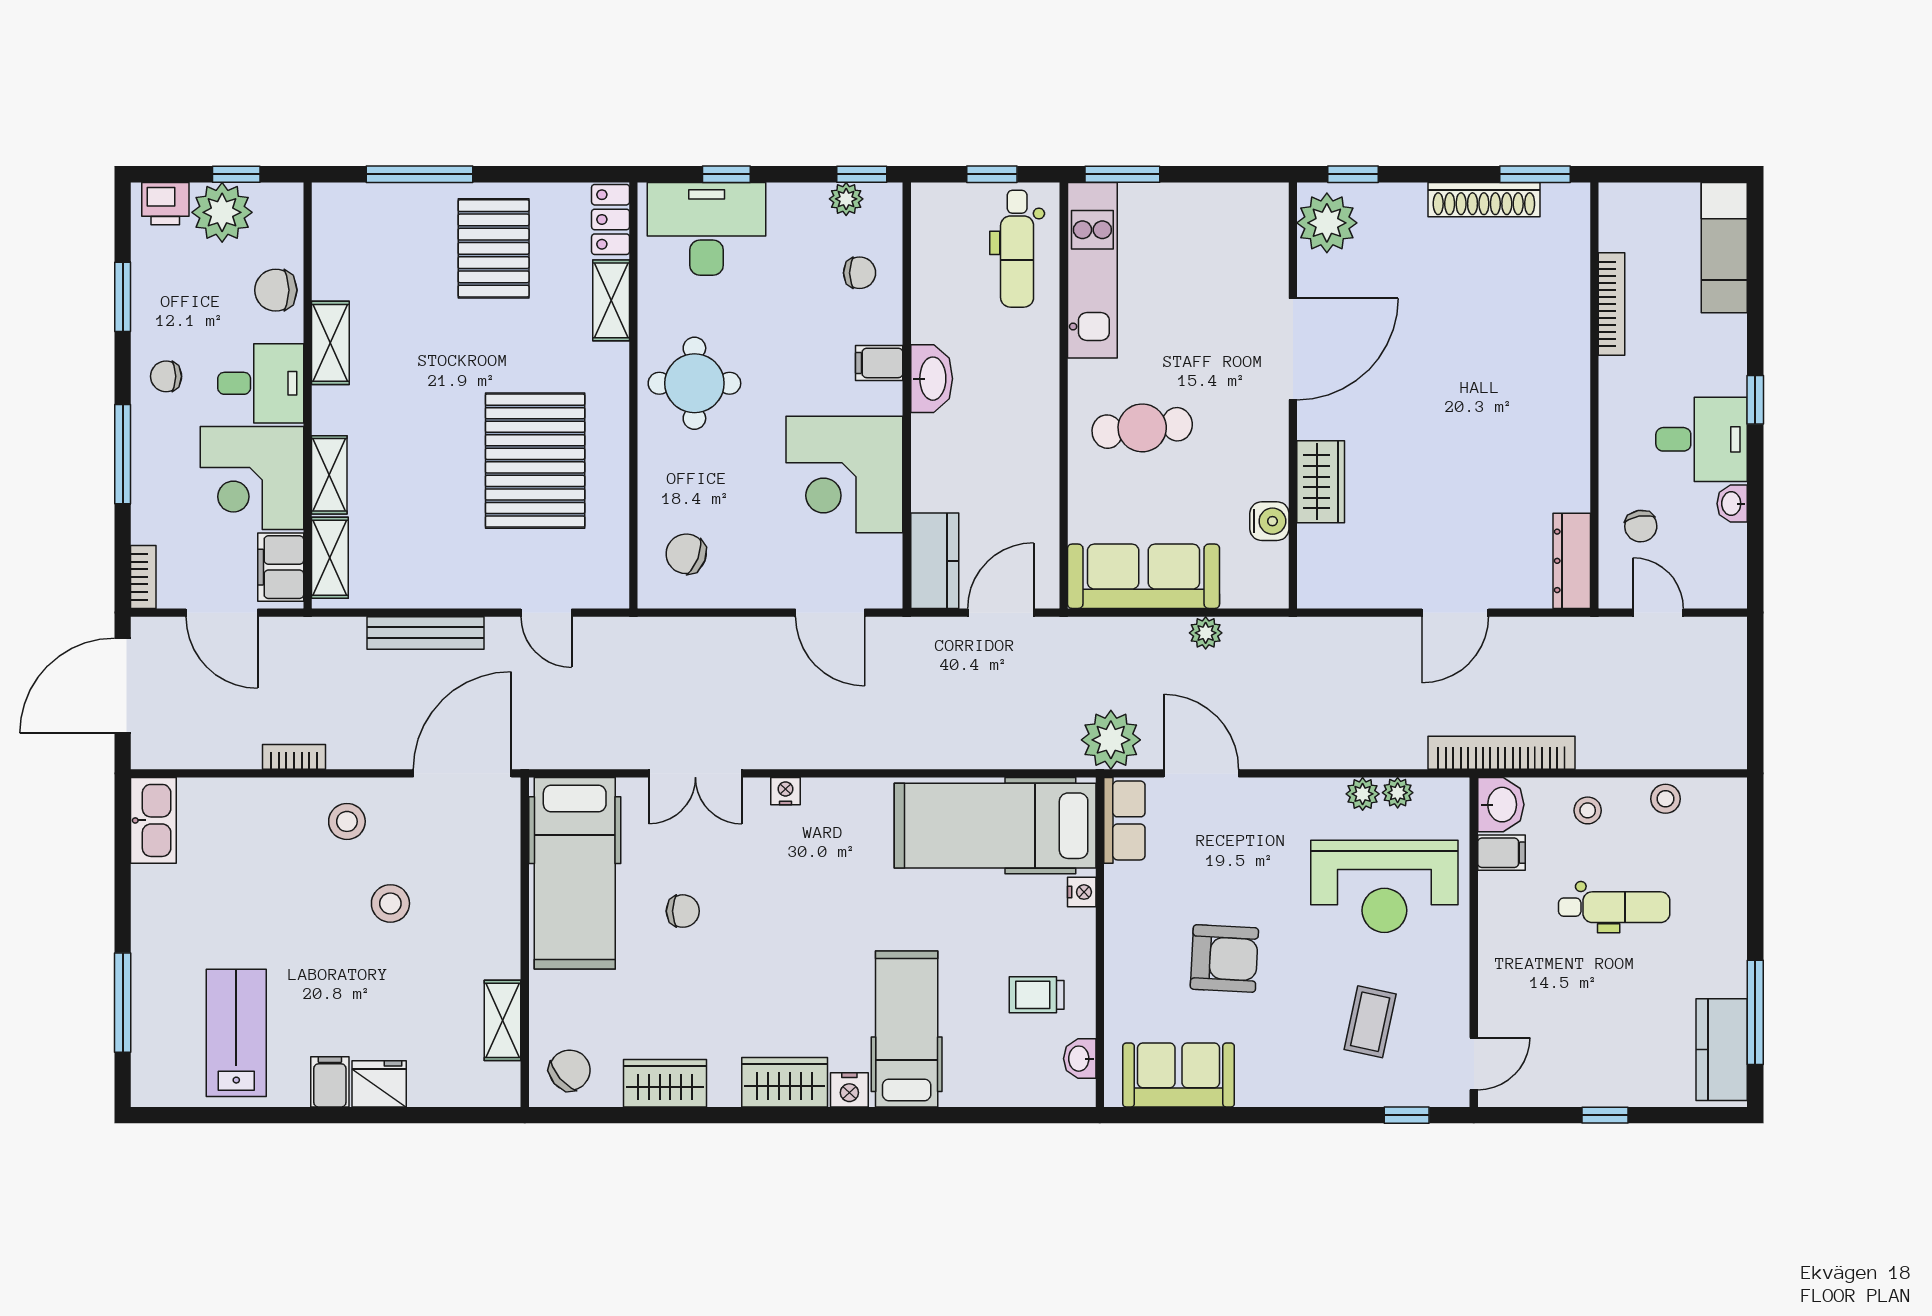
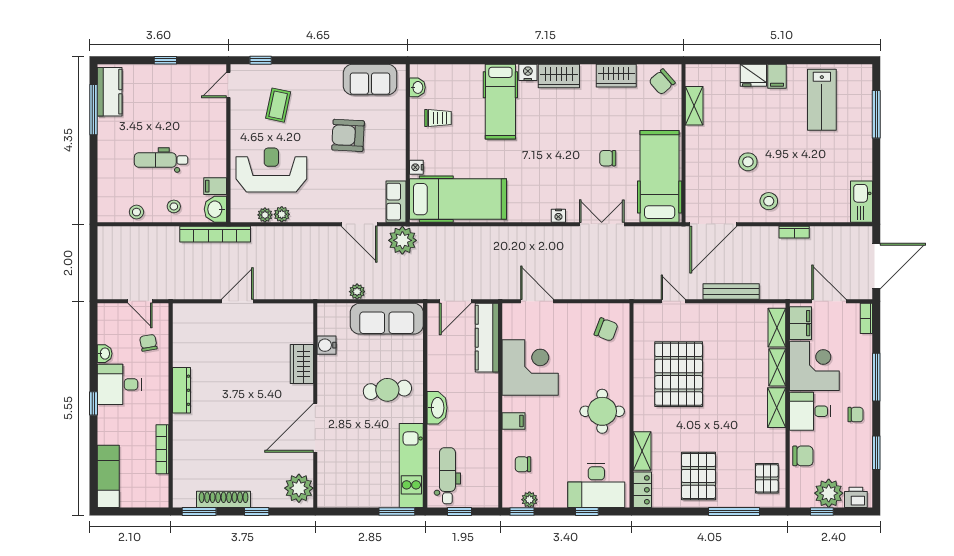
window: (1353, 174) -> (257, 512), moved
pallet: (351, 243) -> (767, 478), added
shelving: (330, 343) -> (777, 408), moved
washbasin: (932, 379) -> (437, 408), moved, turned 180
kitchen counter: (935, 561) -> (487, 338), width x1.50
dresser: (1572, 561) -> (181, 390), moved

